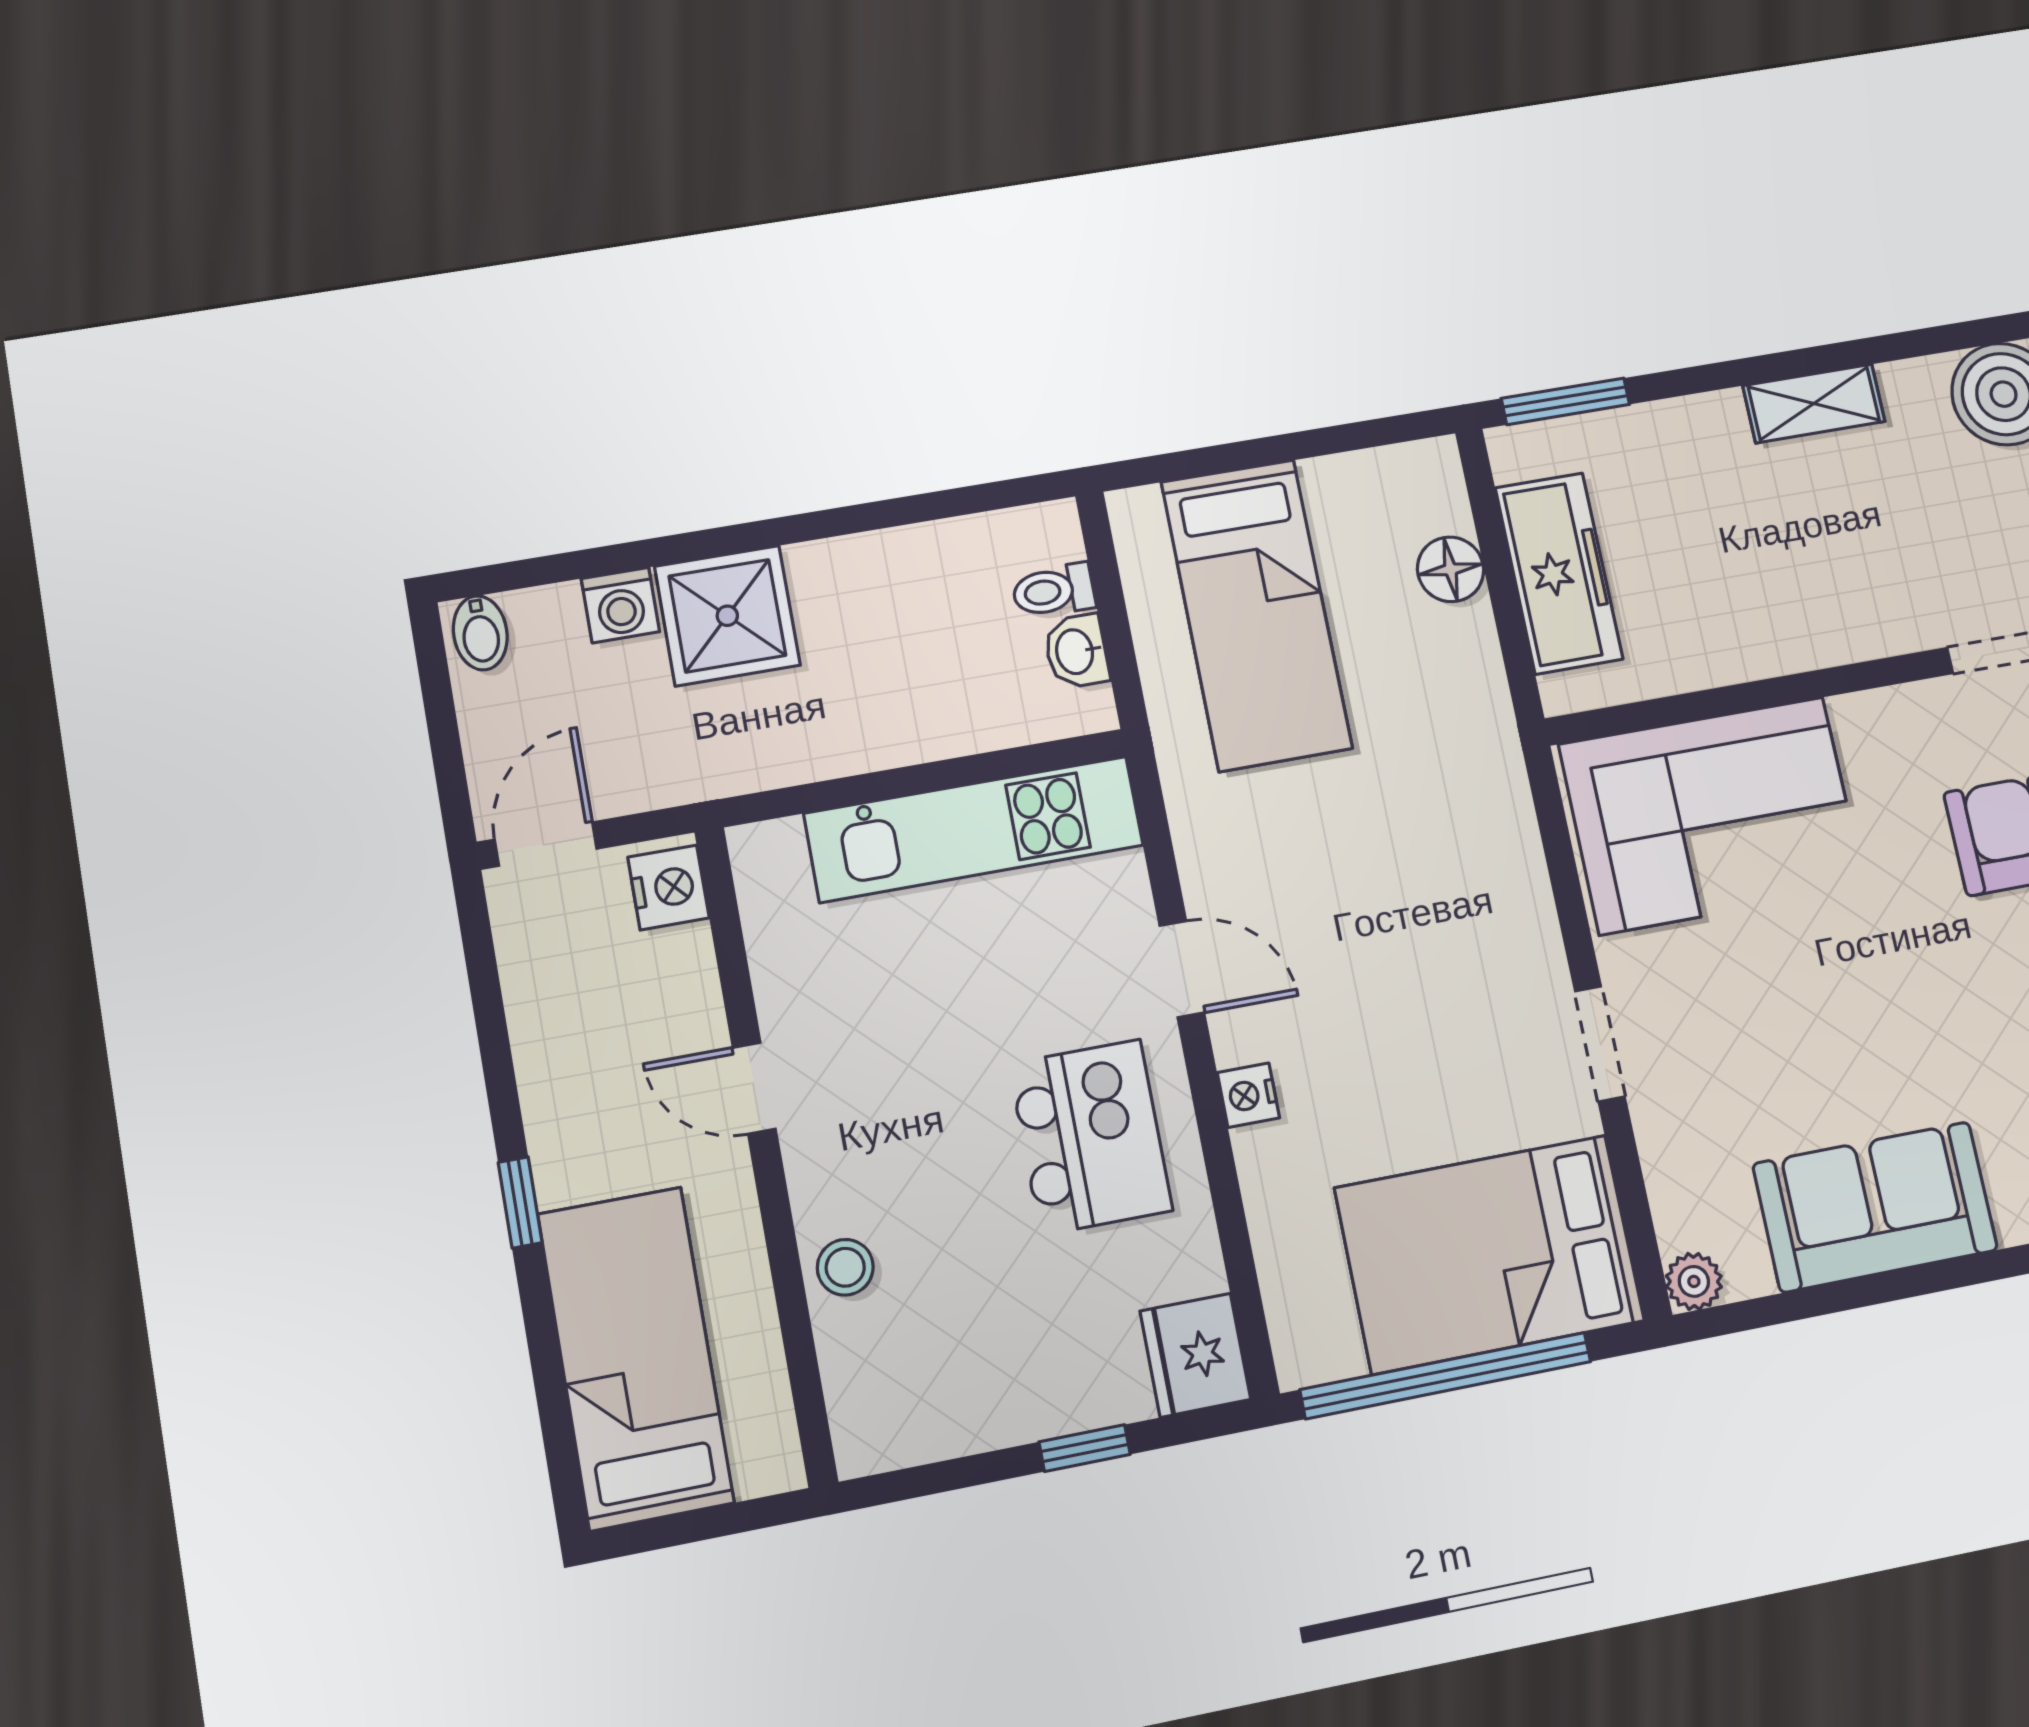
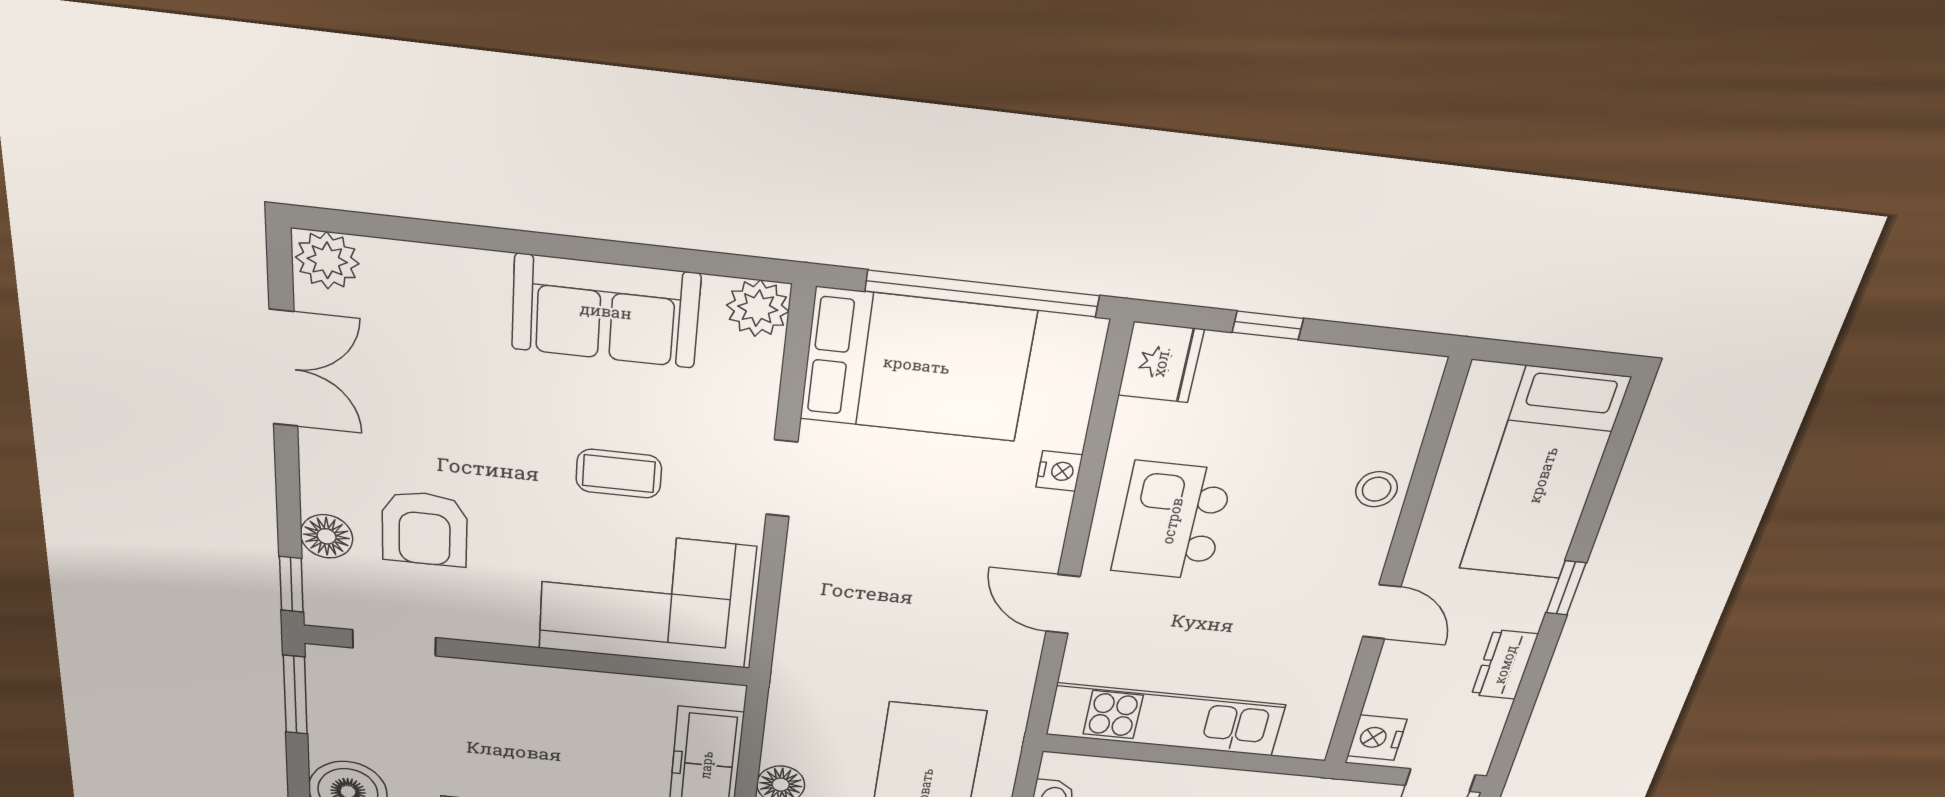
coffee table: (1797, 988) -> (619, 474), added
dresser: (546, 1058) -> (1505, 665), added
nightstand: (1248, 1095) -> (1059, 471), moved
plant: (1694, 1281) -> (758, 308), width x1.38, depth x1.38

